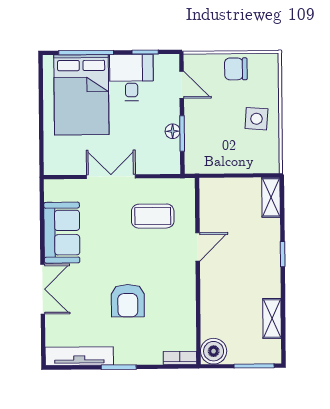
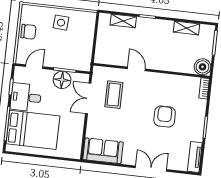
chair: (236, 69) -> (28, 32), turned -90
floor lamp: (173, 131) -> (62, 80), width x1.89, depth x1.89
double door: (111, 177) -> (88, 98), moved
shelving: (271, 197) -> (123, 21), moved
sofa: (62, 233) -> (103, 151), moved
armchair: (128, 301) -> (165, 116), turned -90
tv unit: (79, 356) -> (195, 157), width x0.71

